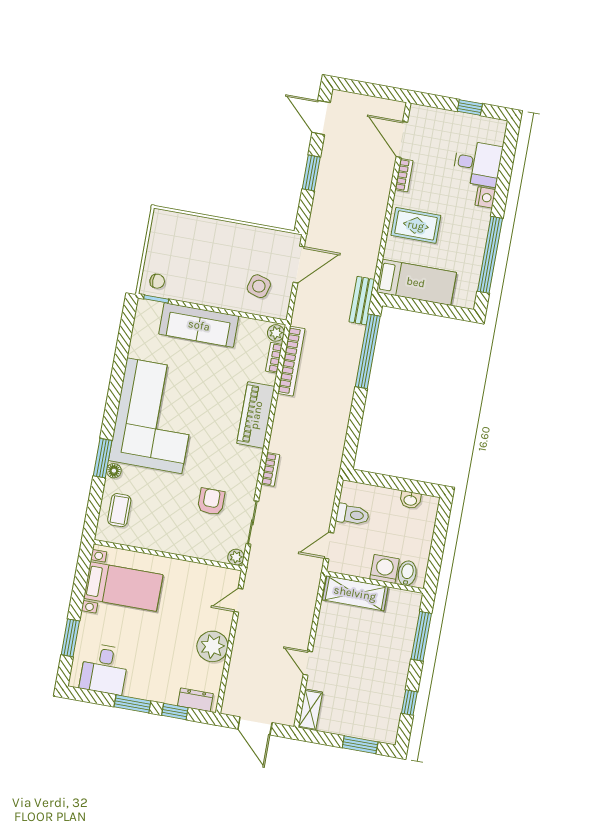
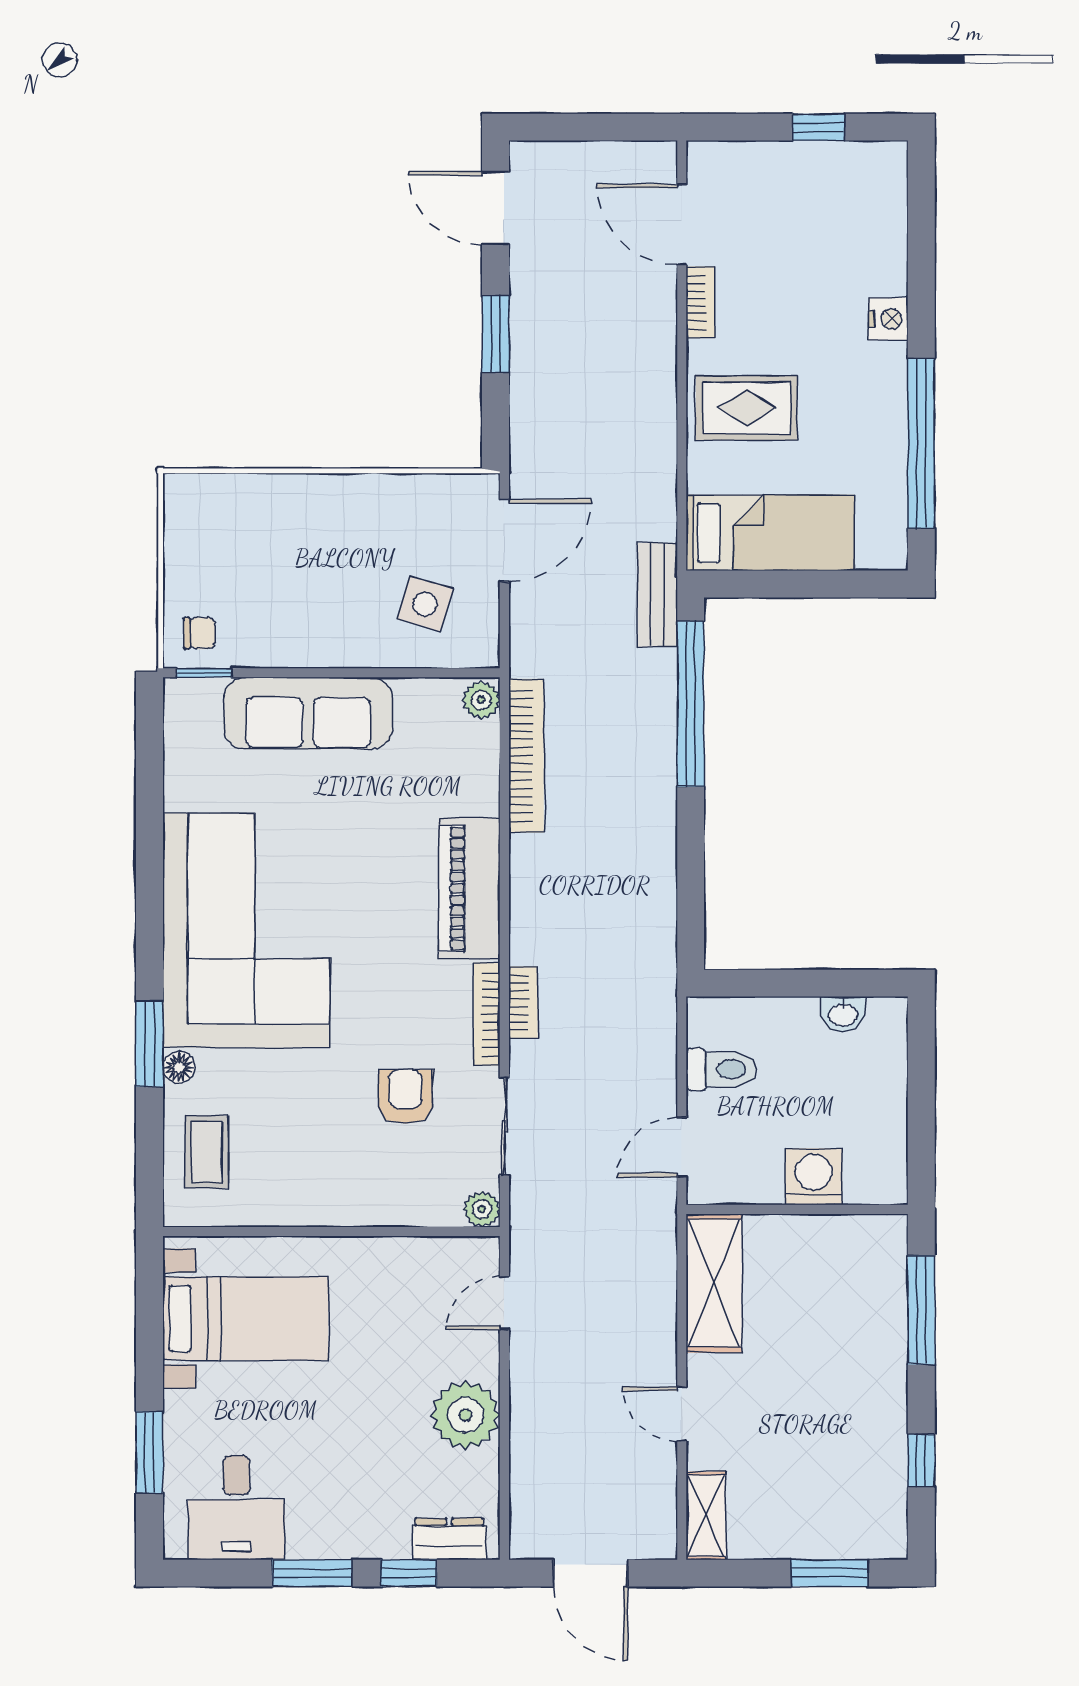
desk: (477, 163) -> (857, 247), removed
bookcase: (274, 358) -> (487, 1014), moved, width x1.56
bidet: (407, 573) -> (865, 1177), removed
shelving: (355, 593) -> (714, 1283), moved, turned 90

